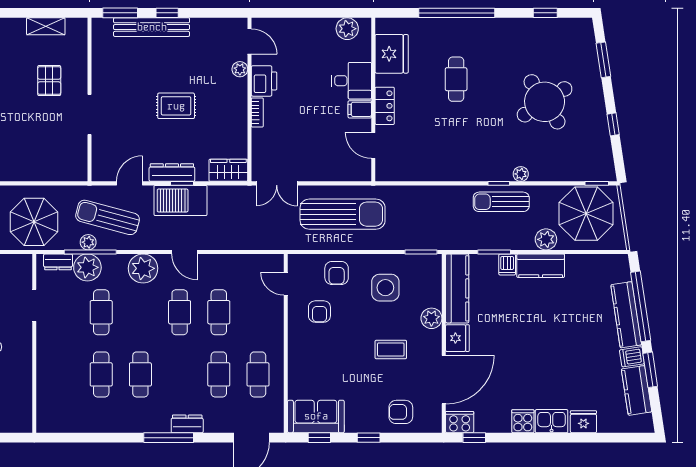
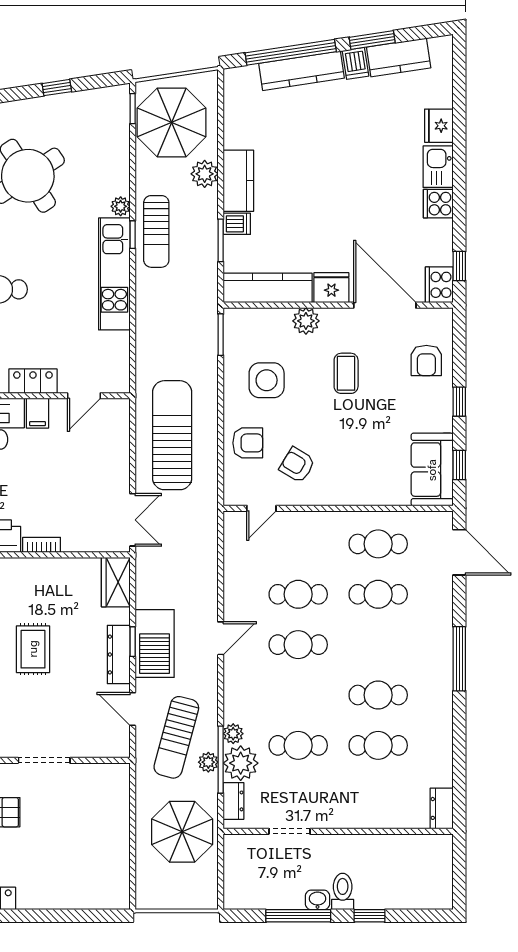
kitchen unit: (468, 169) -> (114, 274), added
plant: (143, 268) -> (233, 734), moved, width x0.53, depth x0.53
armchair: (319, 312) -> (297, 465), turned -149
dresser: (187, 424) -> (442, 808), moved

